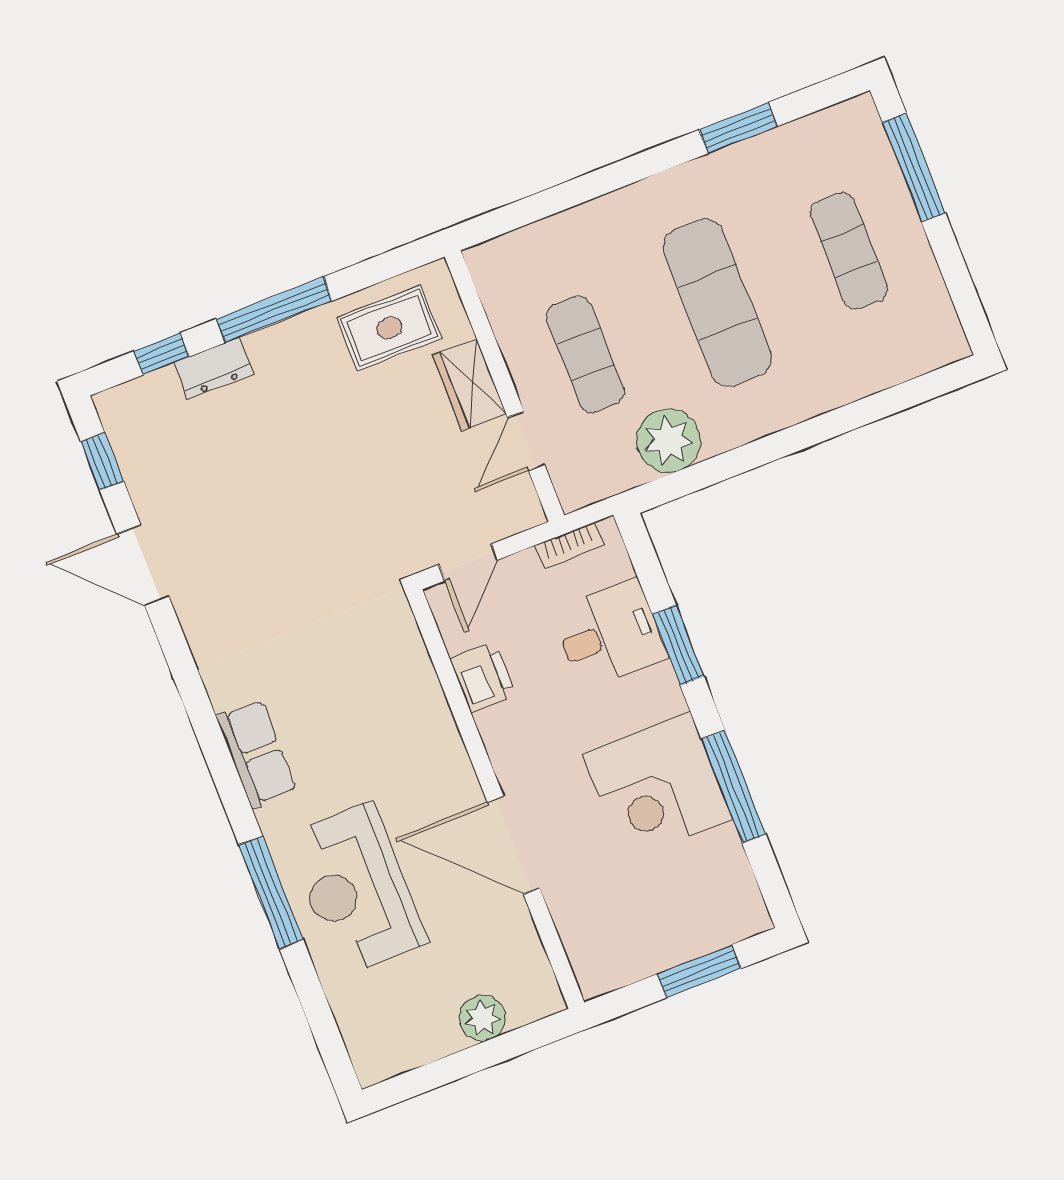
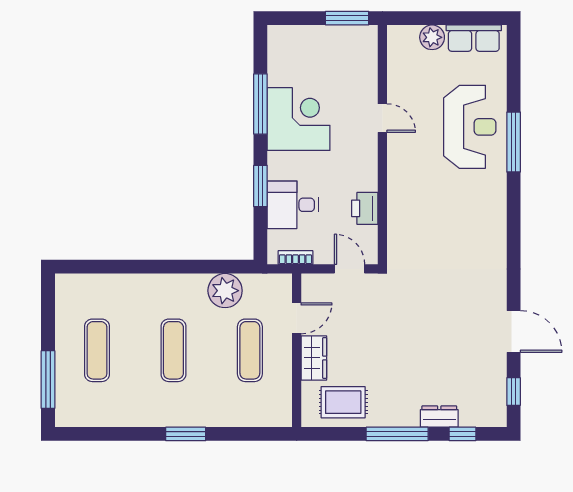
window: (738, 128) -> (186, 434), moved
exercise mat: (717, 303) -> (173, 350), width x0.73, depth x0.69
door: (468, 562) -> (350, 269), hinge flipped
row of seats: (256, 753) -> (474, 38), moved, turned -90
door: (513, 845) -> (382, 118), width x0.53
window: (699, 971) -> (347, 18), moved

